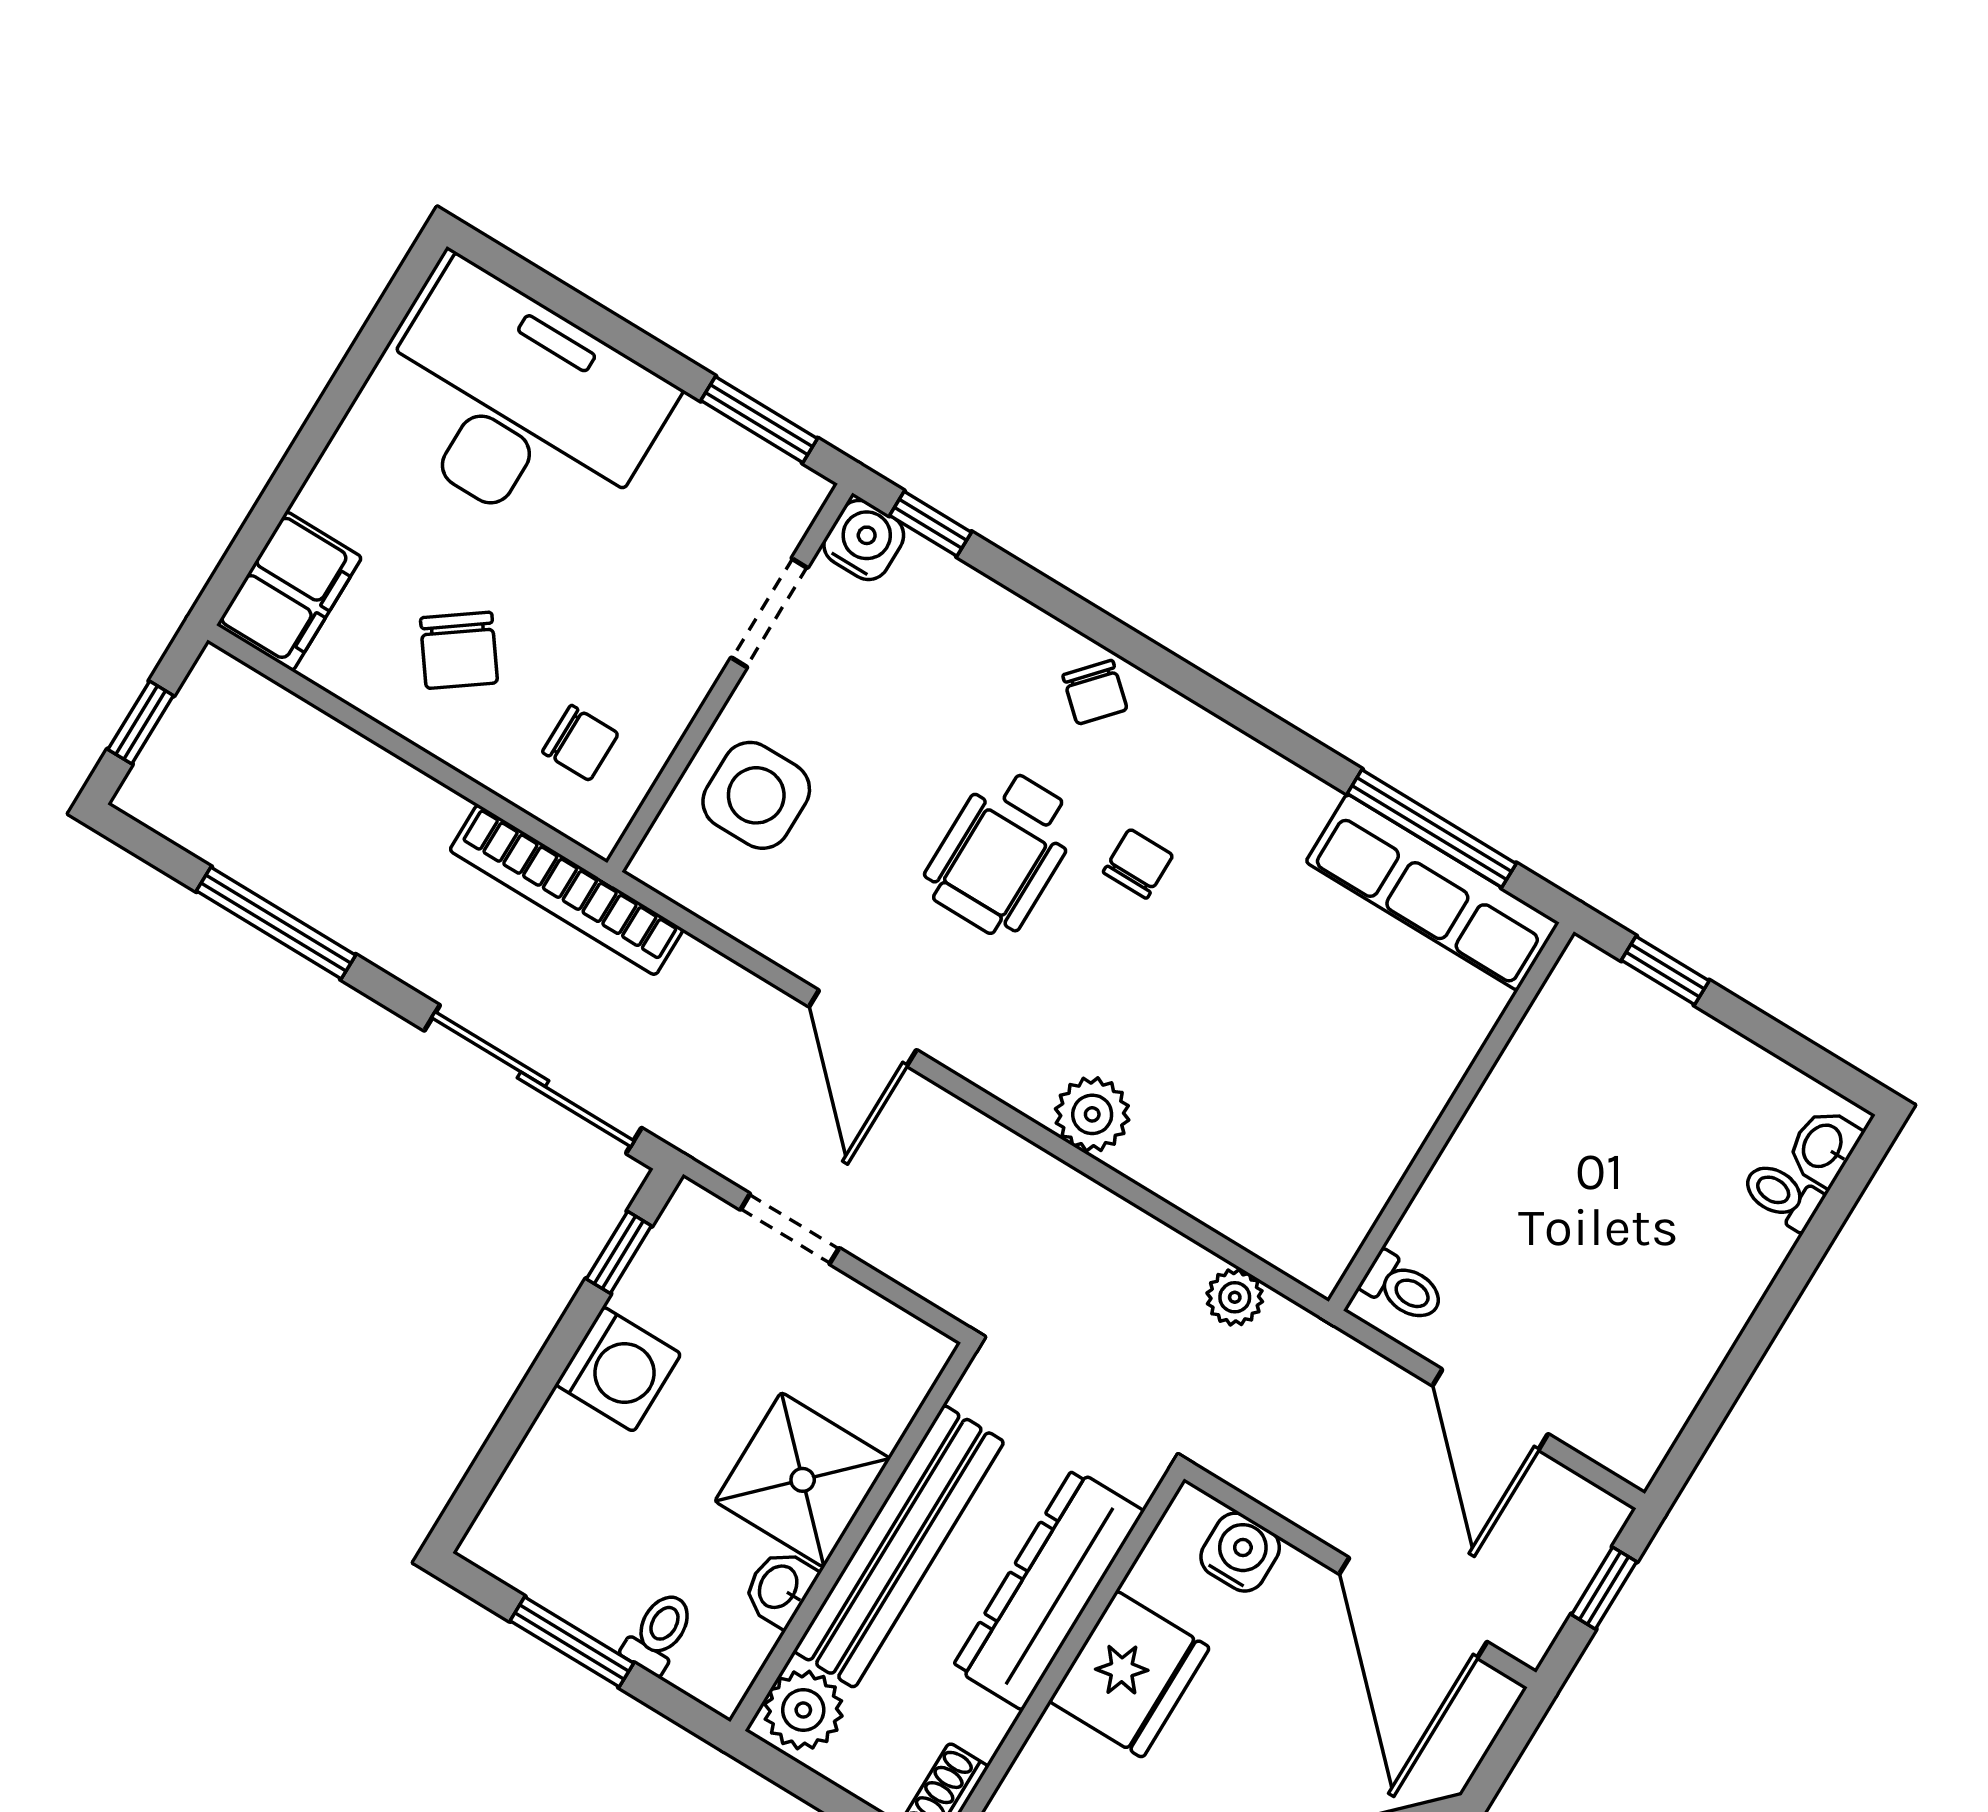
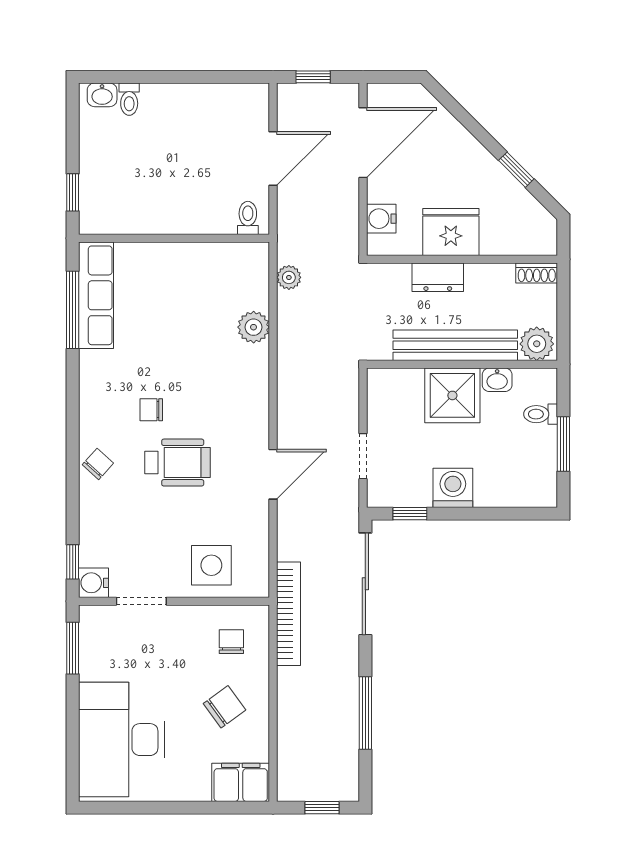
plant: (1092, 1114) -> (254, 327), moved
dresser: (1048, 1589) -> (438, 277), width x0.51, depth x0.80

